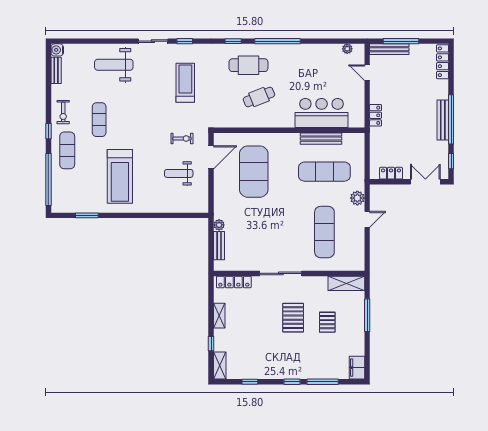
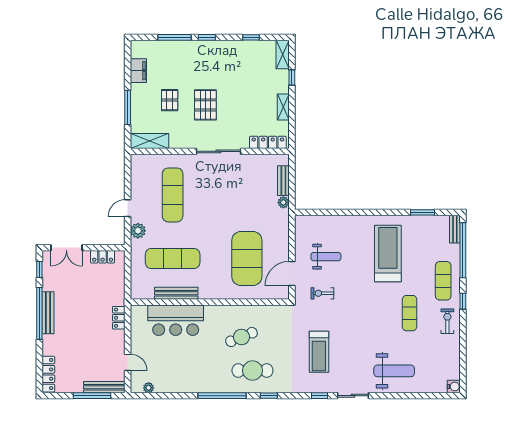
bench: (56, 70) -> (455, 229), moved
filing cabinet: (357, 368) -> (138, 71), moved

